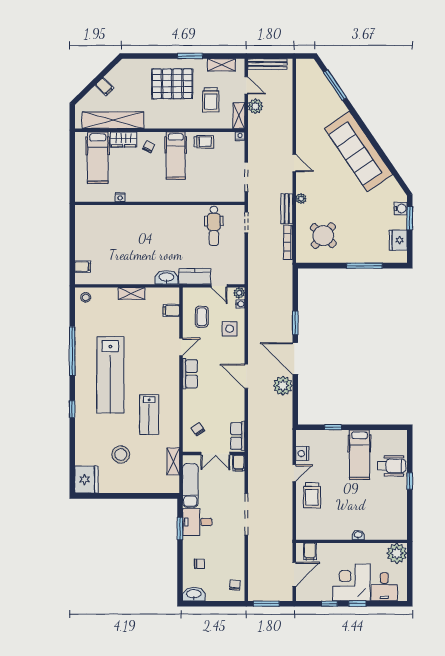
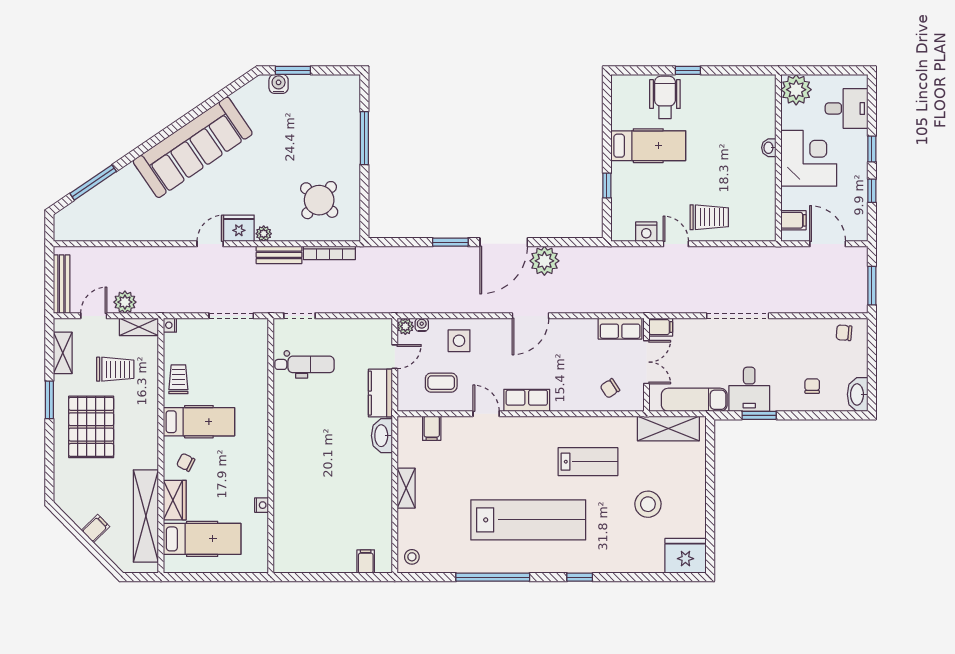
fridge: (398, 240) -> (239, 228), moved, turned 180
shelving: (173, 461) -> (668, 428), width x1.50, depth x1.33
corner desk: (351, 582) -> (809, 158), moved, turned 180

